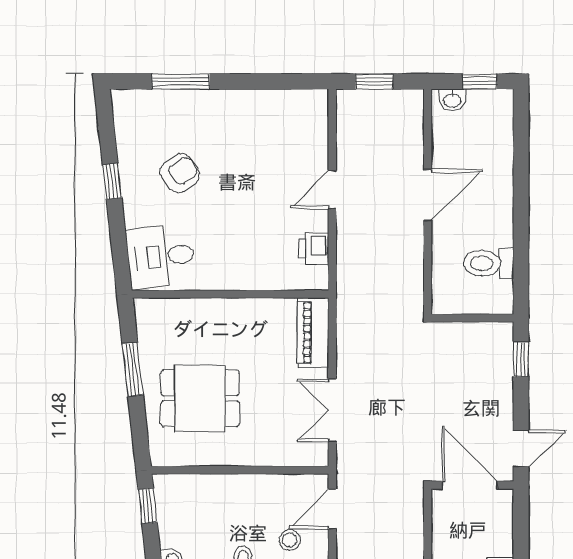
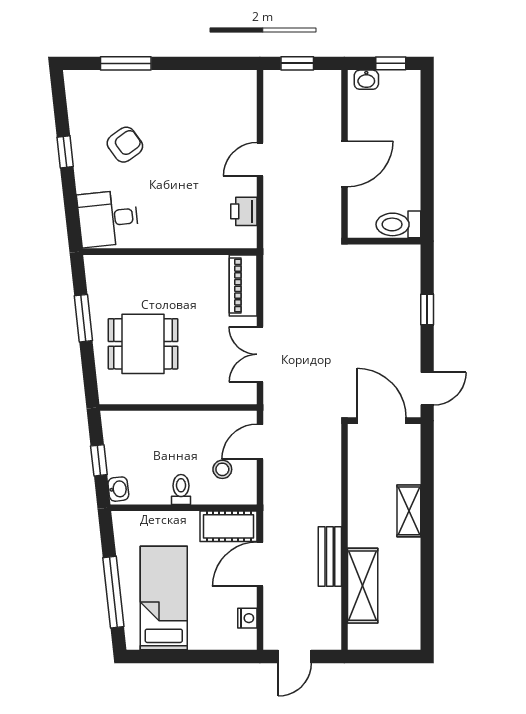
wall: (472, 318) -> (384, 241), moved
window: (148, 506) -> (99, 460), moved

